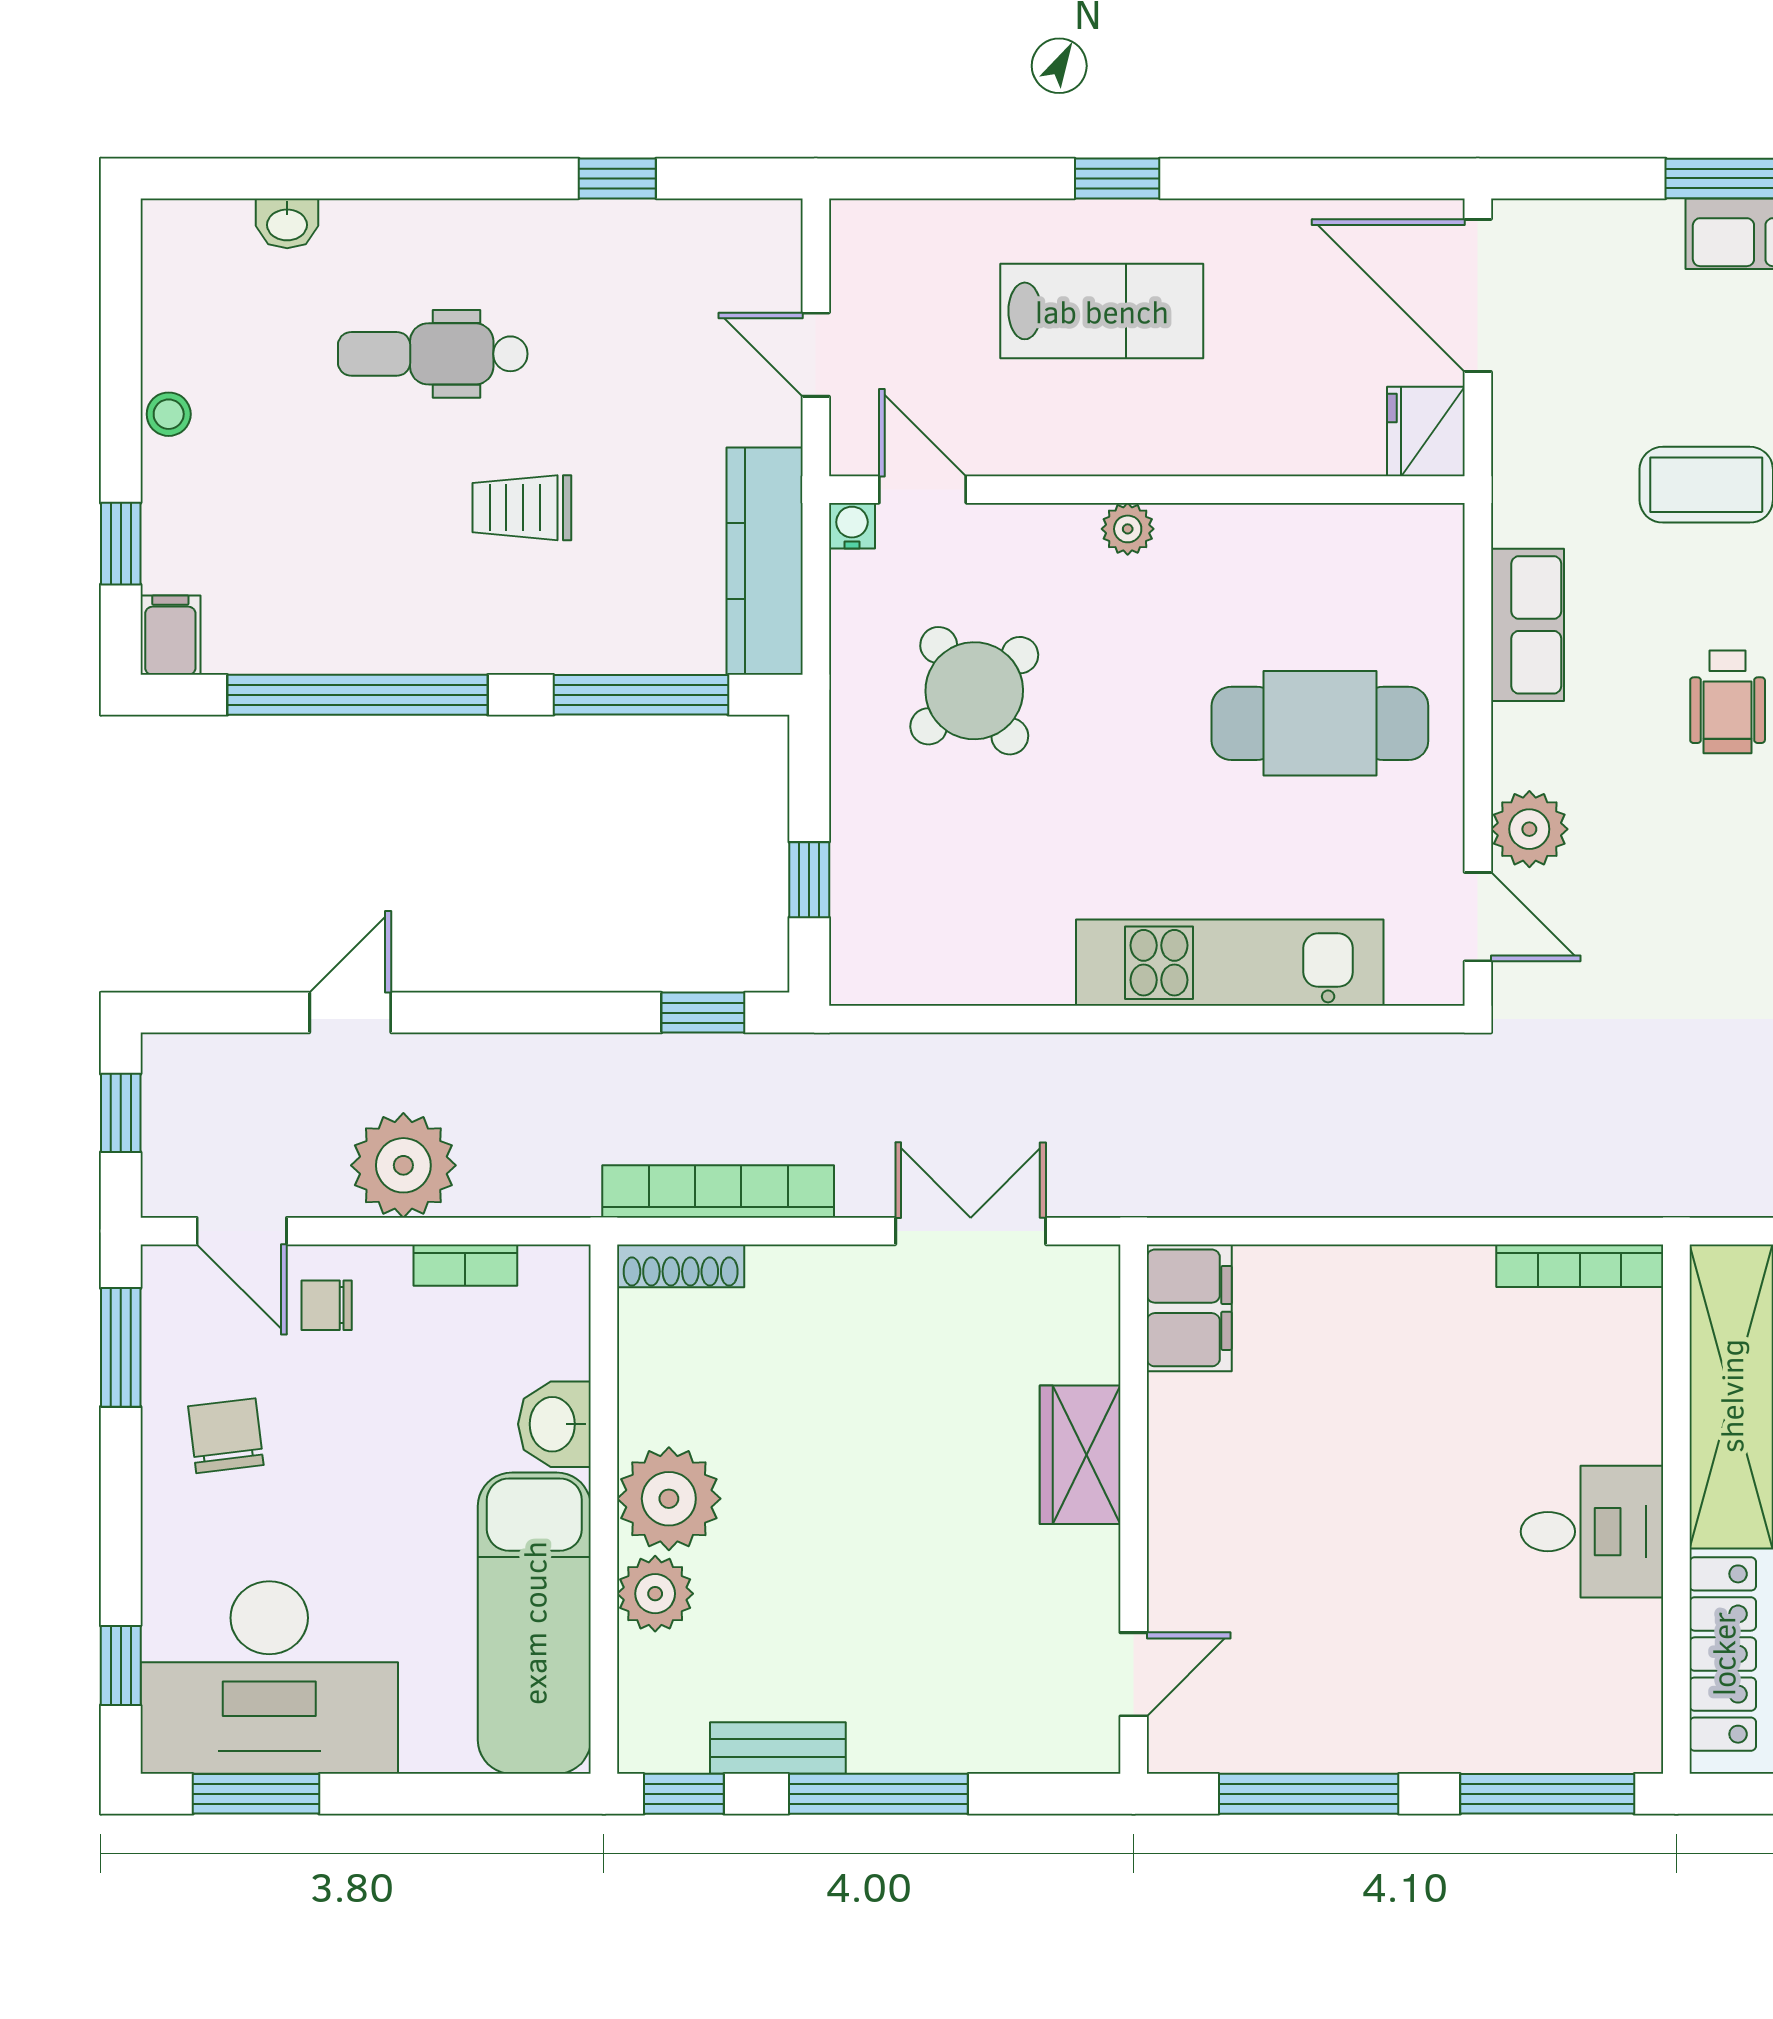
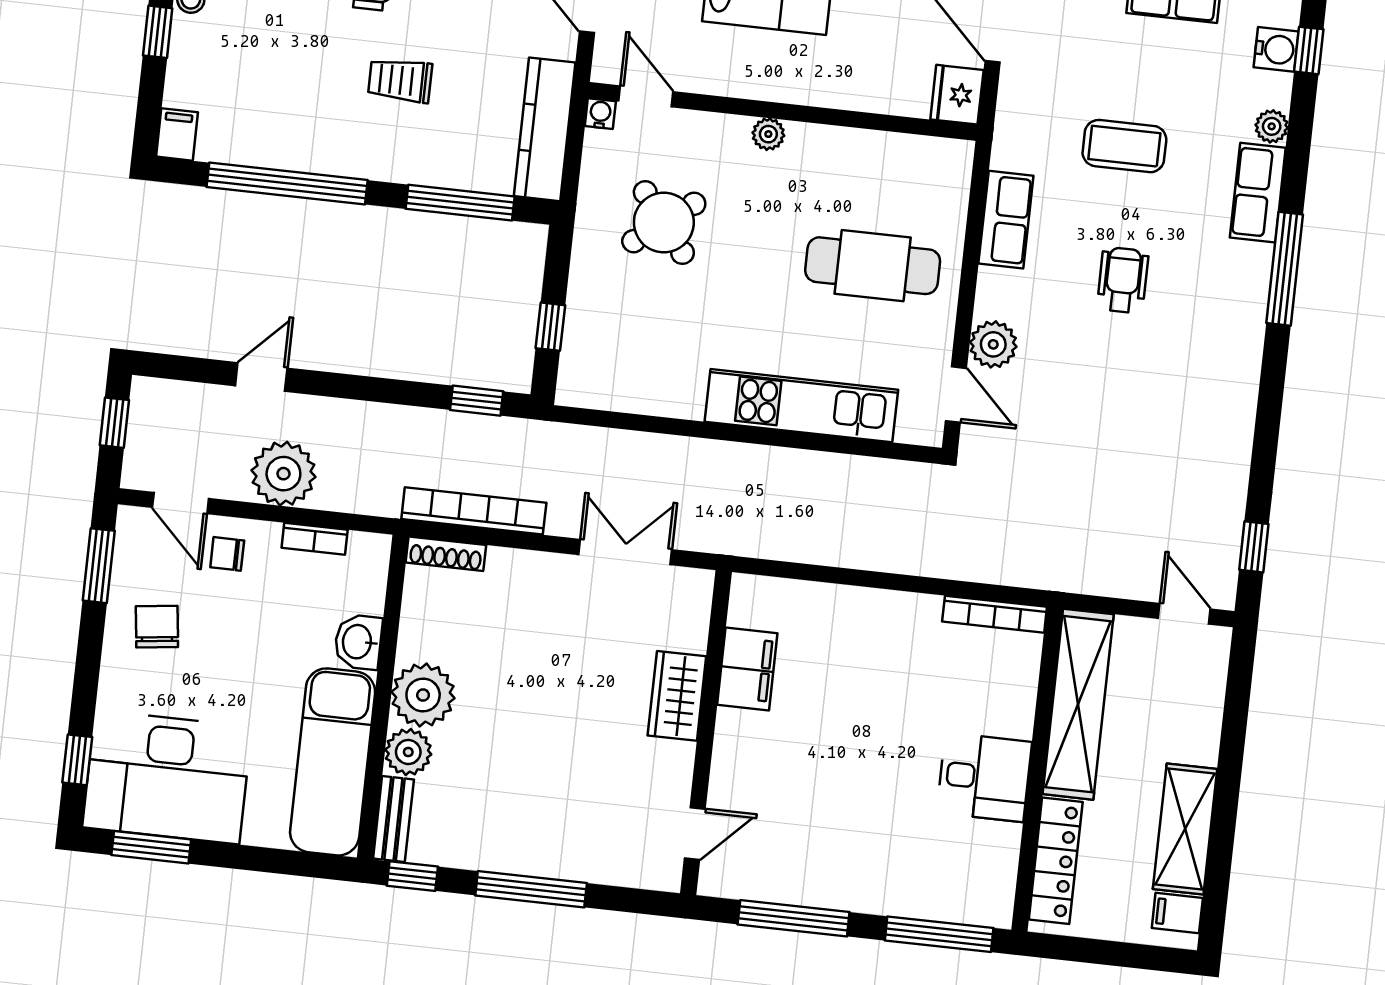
window: (121, 544) -> (158, 32), moved
wheelchair: (1728, 702) -> (1123, 280), turned 180
filing cabinet: (1189, 1308) -> (747, 669), moved
bench: (778, 1748) -> (393, 819), moved, turned 90

